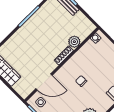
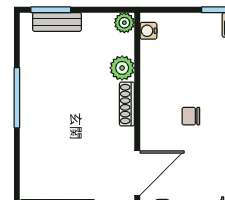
plant: (90, 27) -> (124, 23), added

